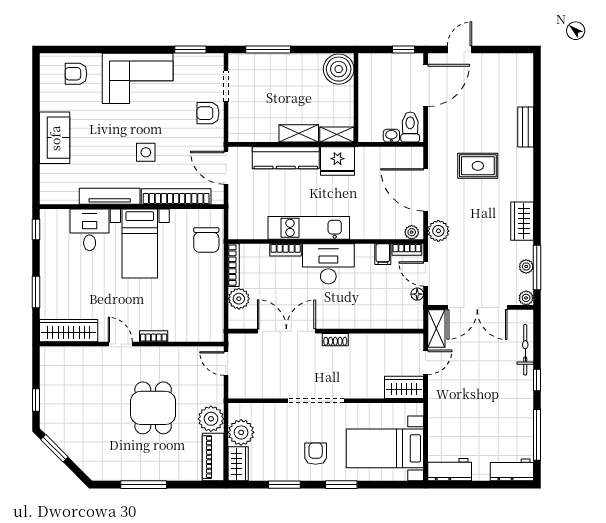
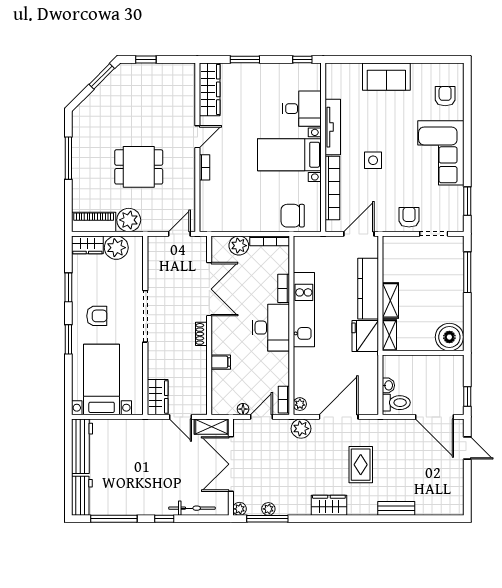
wardrobe: (522, 221) -> (329, 505), moved
filing cabinet: (383, 254) -> (221, 362), moved, turned 180
workbench: (450, 470) -> (82, 446), width x1.38

